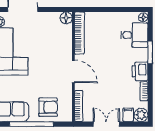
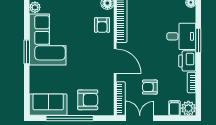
desk: (134, 35) -> (181, 36), moved
armchair: (61, 38) -> (102, 25), added
armchair: (105, 95) -> (150, 87), added
double door: (106, 124) -> (140, 118), moved

